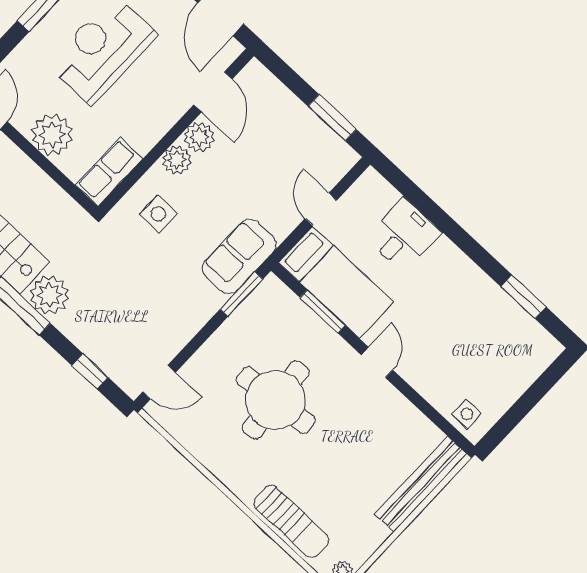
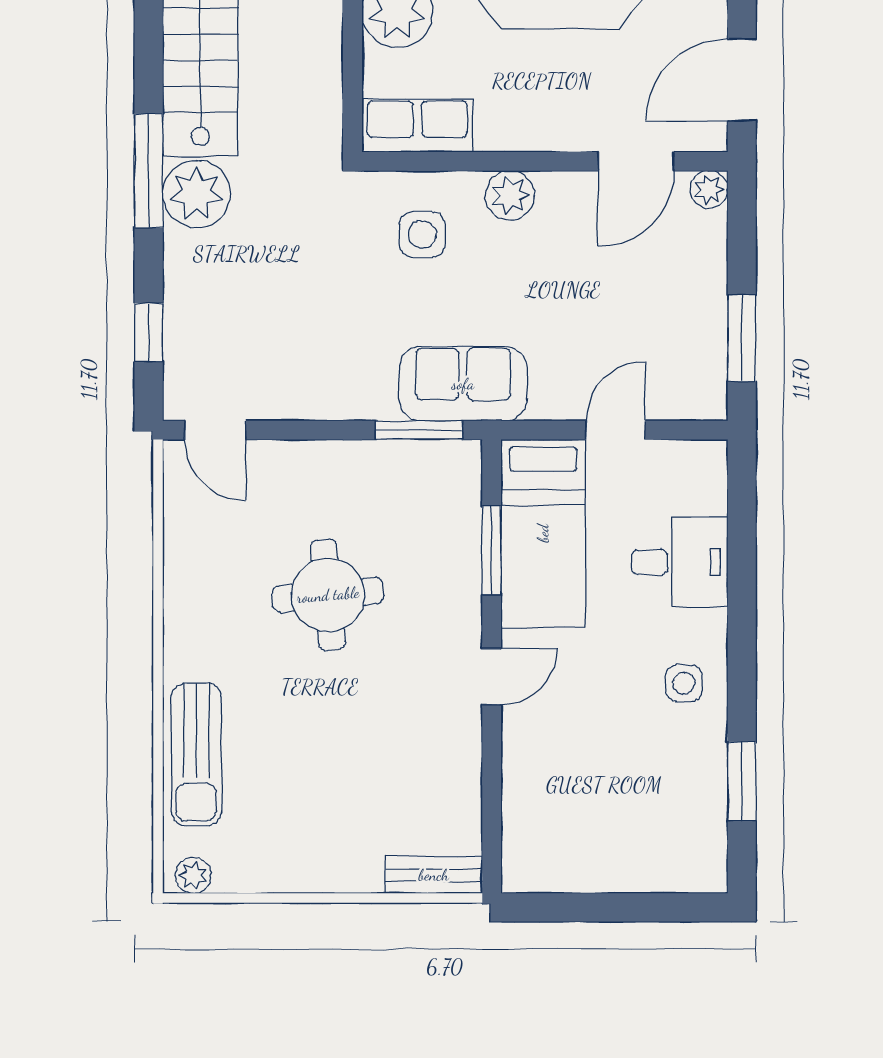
plant: (199, 137) -> (709, 190), moved, width x0.73, depth x0.73
round table: (276, 400) -> (328, 595), width x0.73, depth x0.73
side table: (467, 414) -> (684, 683), moved
bench: (421, 484) -> (434, 875), width x0.54, depth x0.82

